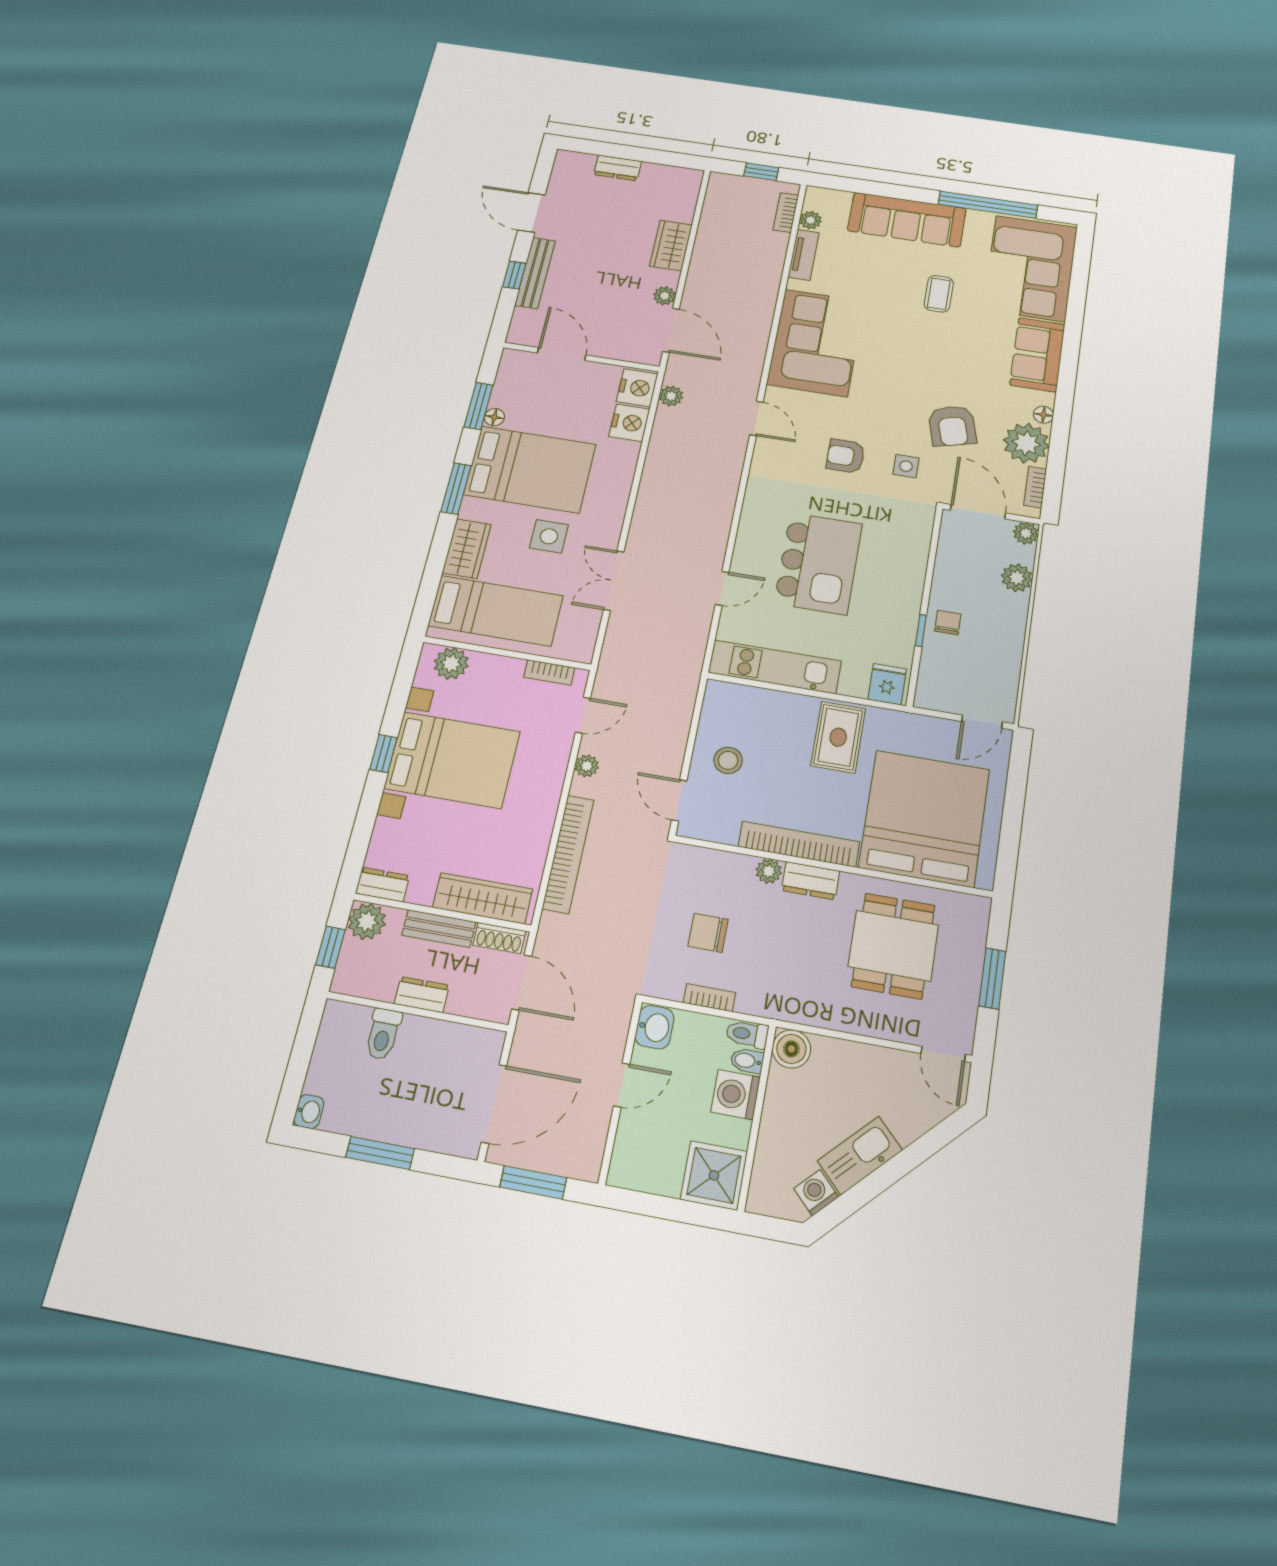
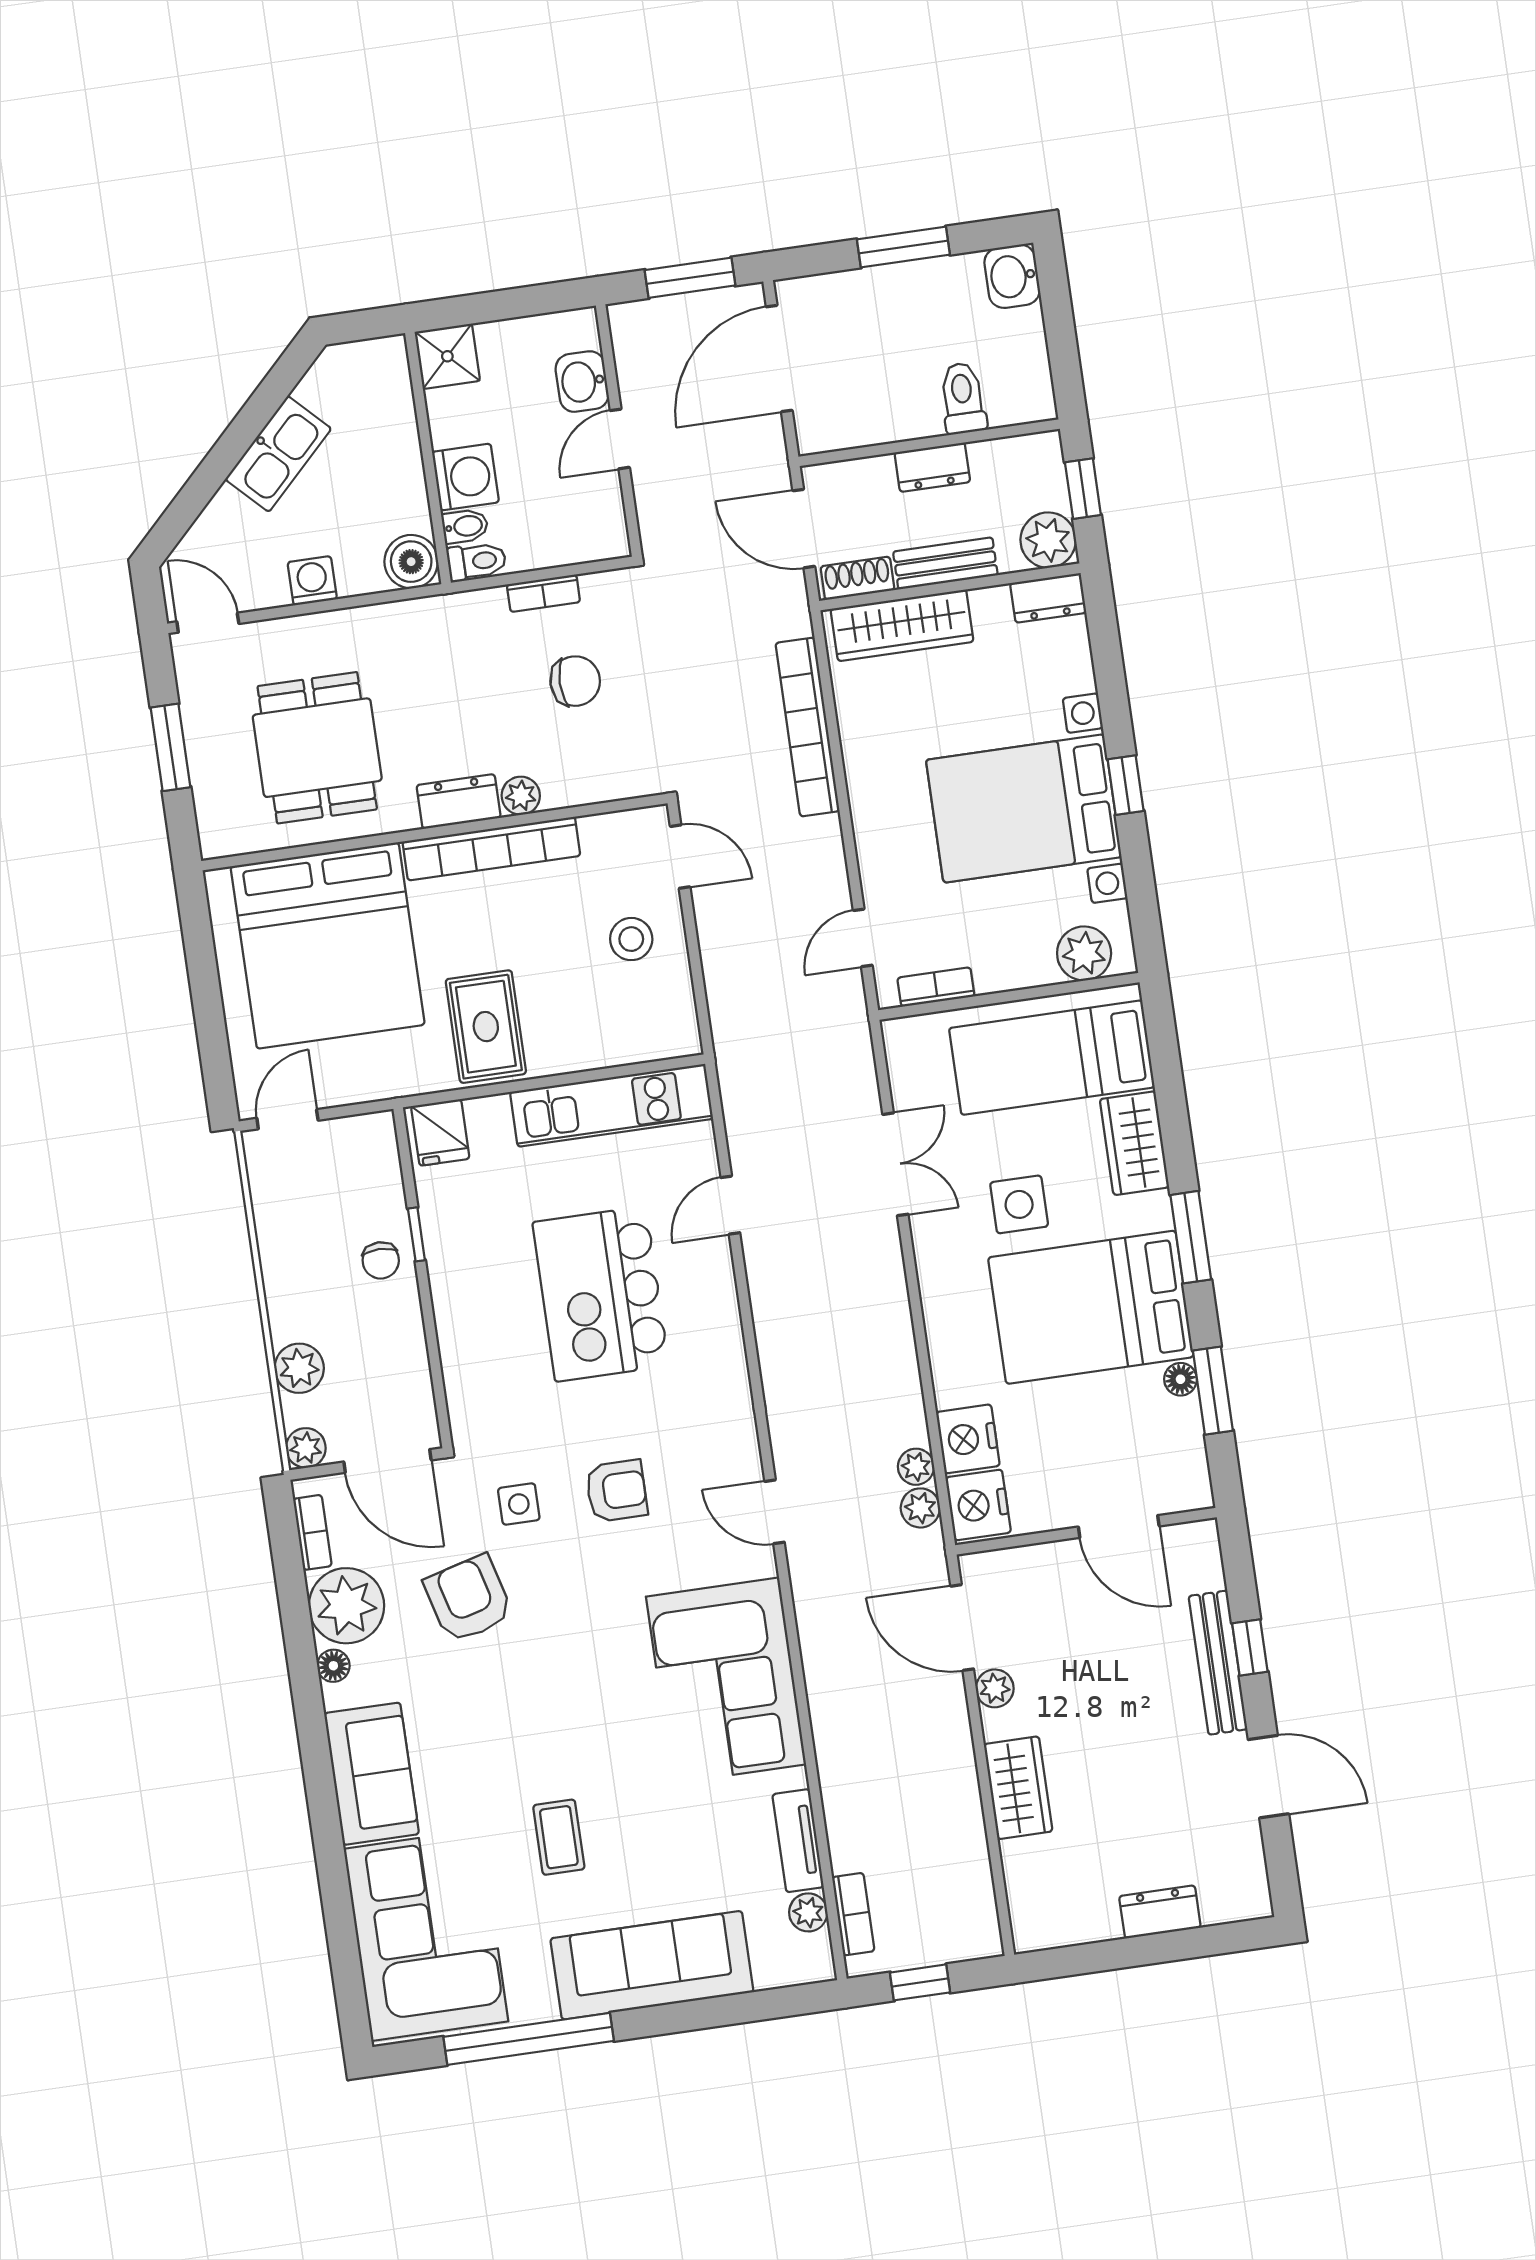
plant: (587, 766) -> (916, 1467), moved
washbasin: (654, 1027) -> (582, 382), moved
washbasin: (309, 1112) -> (1012, 276), width x1.38, depth x1.45
shower: (714, 1175) -> (447, 356), width x0.73, depth x0.73
washing machine: (816, 1193) -> (312, 581), moved, turned -135

